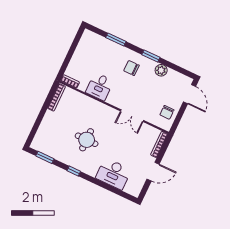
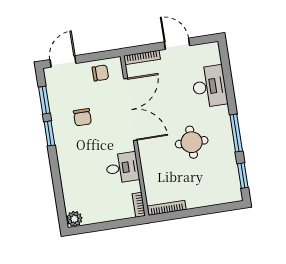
window: (116, 40) -> (44, 100), moved
chair: (131, 68) -> (82, 117), moved
plant: (161, 70) -> (74, 219), moved
double door: (132, 116) -> (130, 109), width x1.87
window: (74, 171) -> (236, 133), width x2.17

